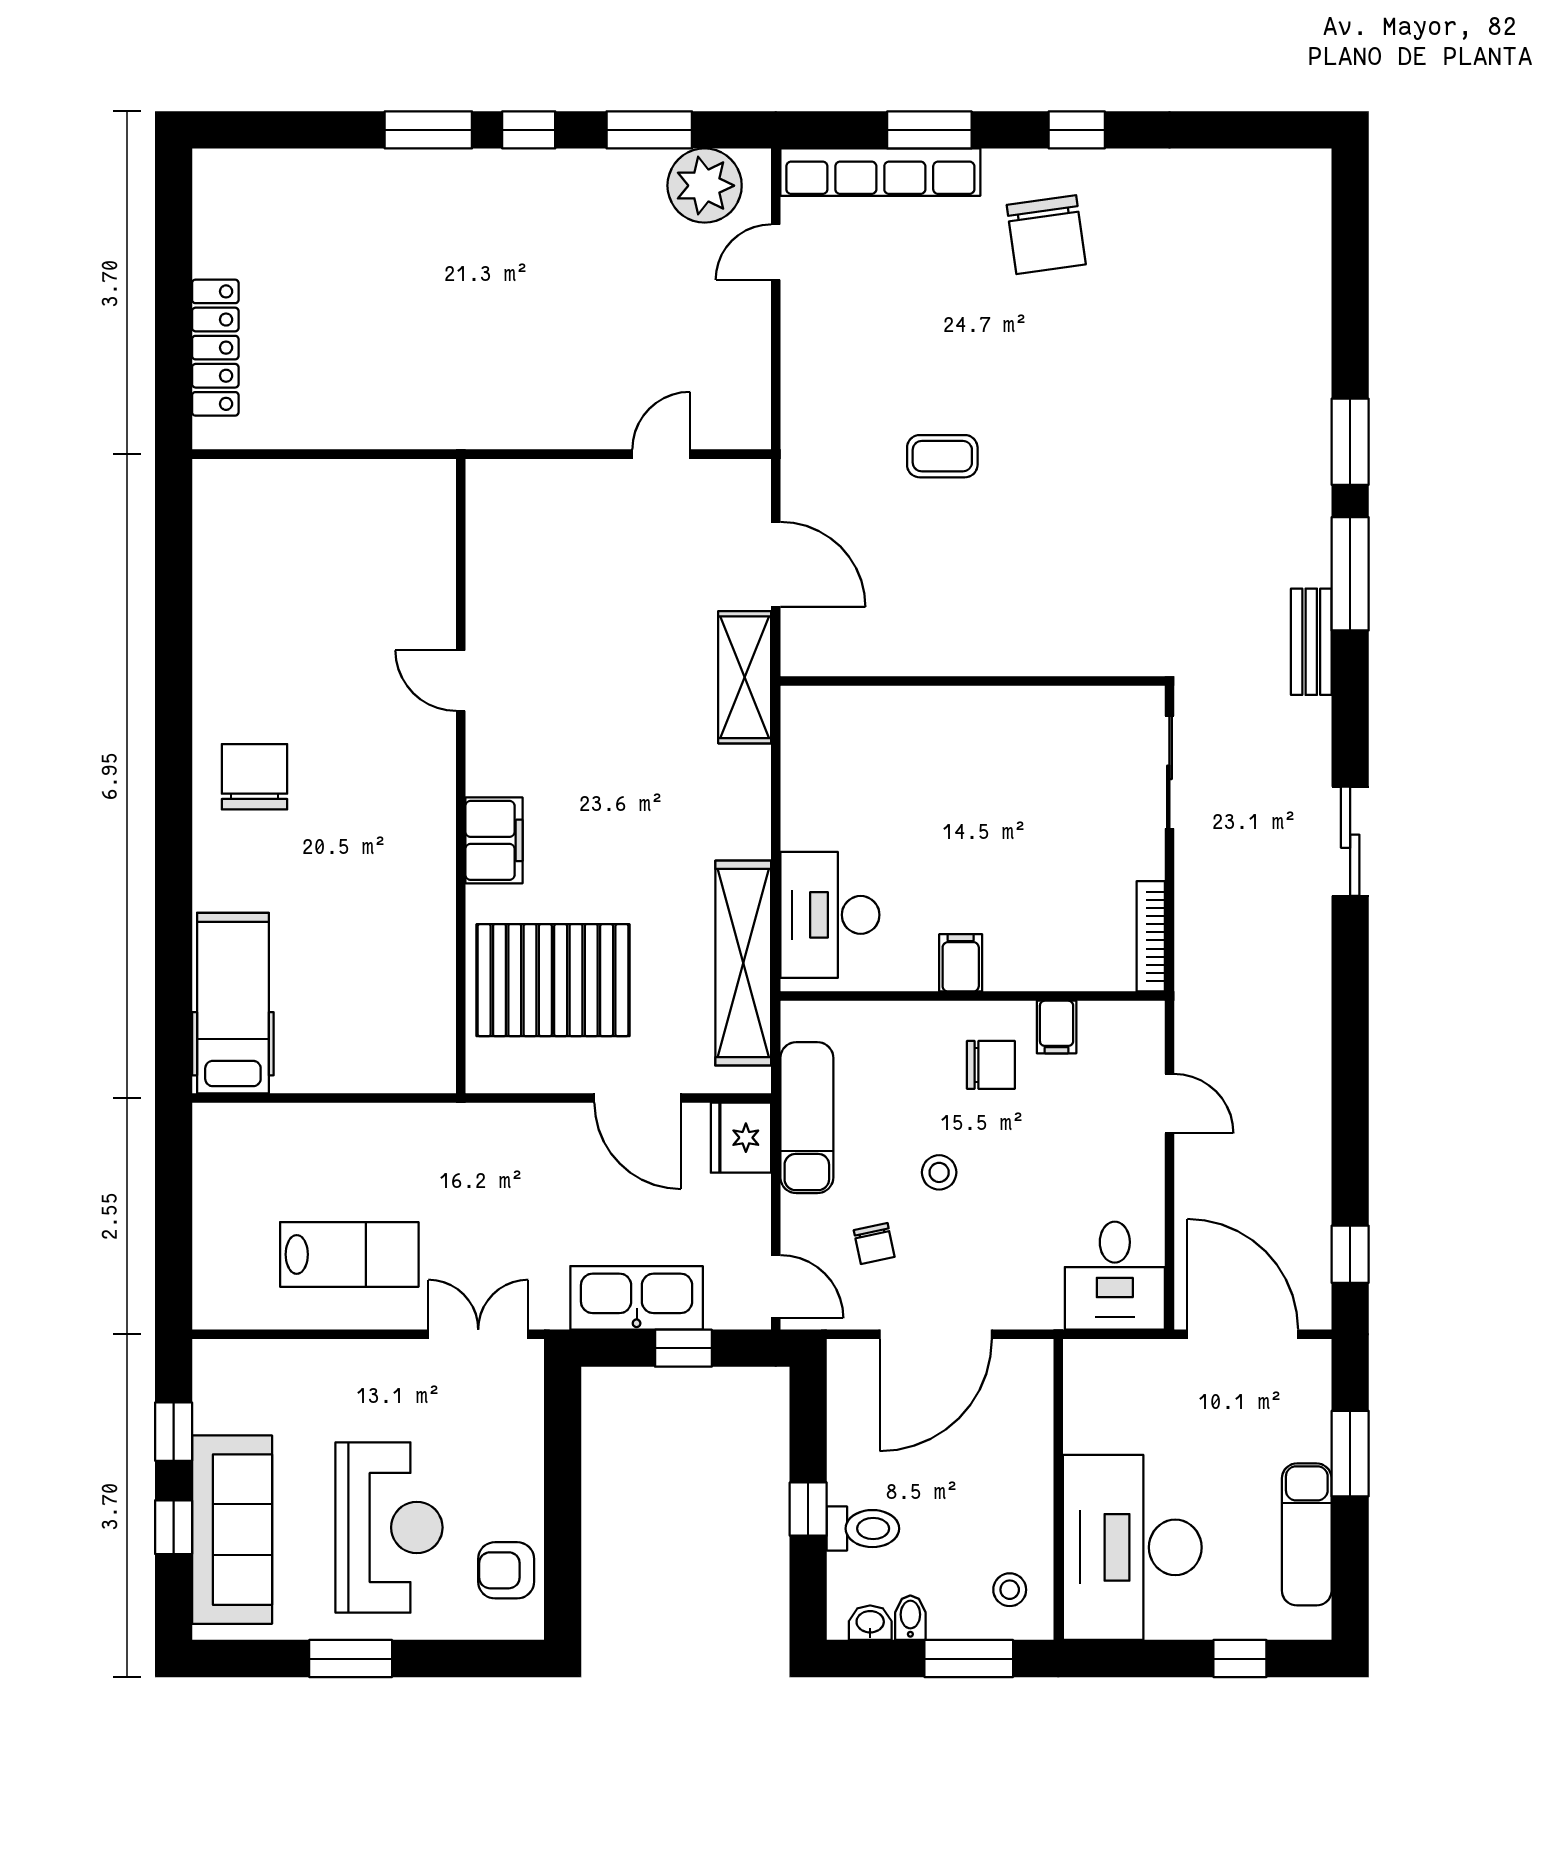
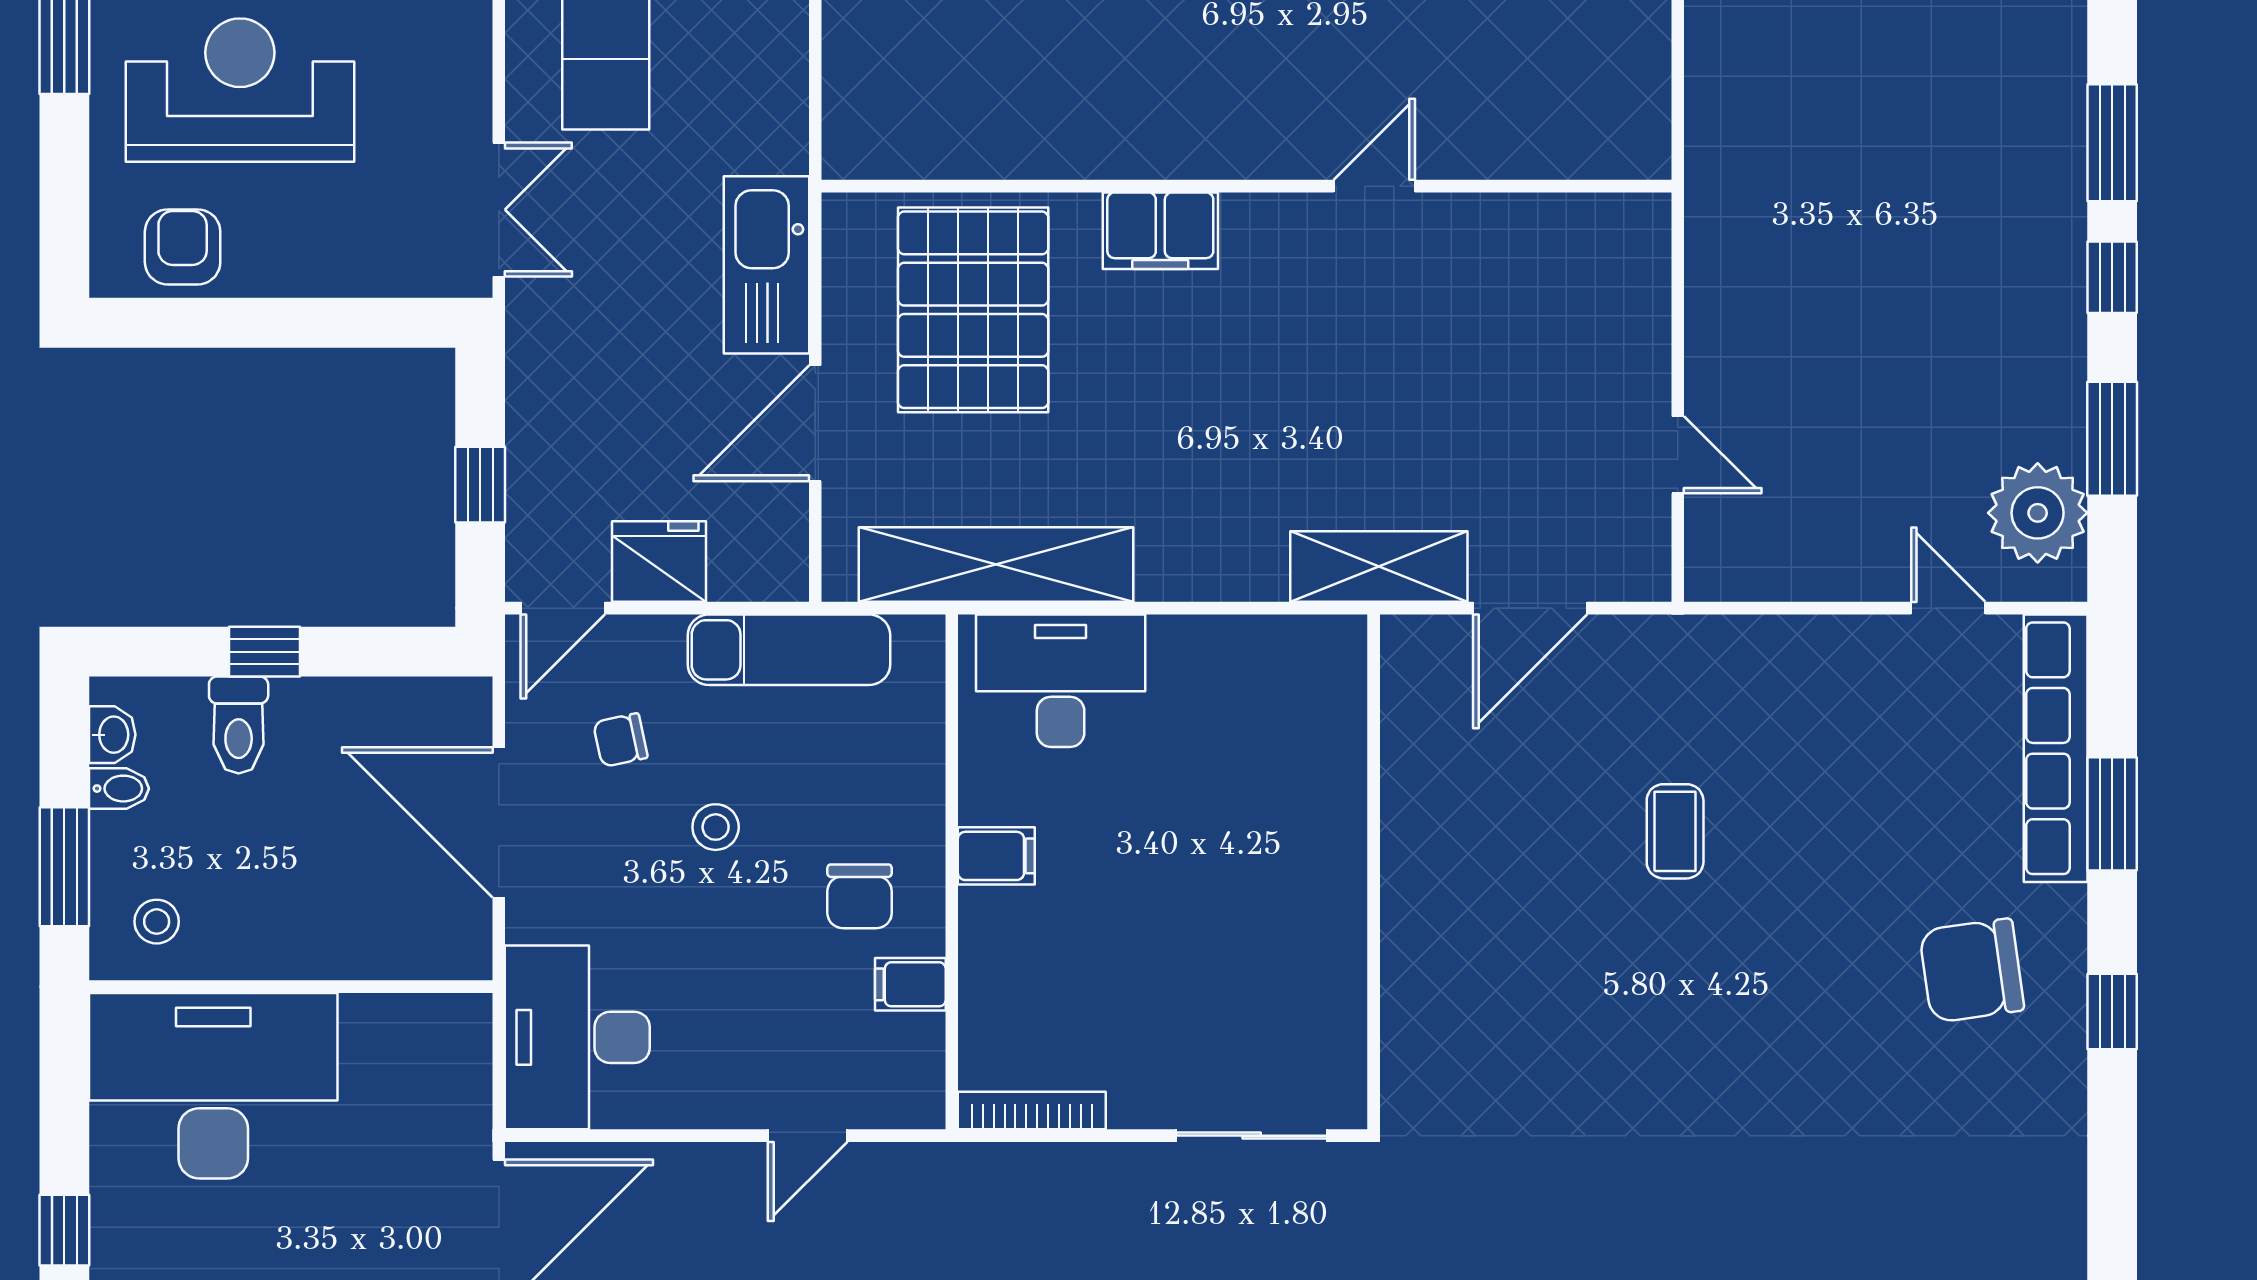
fridge: (741, 1138) -> (659, 562), moved
desk: (1115, 1276) -> (577, 1037), width x1.37
kitchen sink: (637, 1298) -> (766, 265), moved, turned 180
reception desk: (389, 1527) -> (240, 90), turned 180

